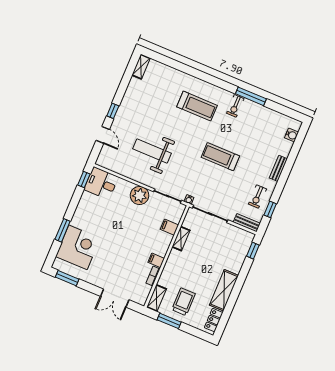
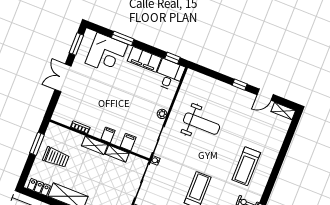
door: (103, 135) -> (265, 95), moved
weight bench: (152, 151) -> (202, 124), turned 90
plant: (140, 195) -> (162, 114), width x0.53, depth x0.53
filing cabinet: (85, 208) -> (144, 59), added
filing cabinet: (156, 260) -> (108, 135), moved
double door: (115, 298) -> (63, 78), moved
shelving: (157, 298) -> (95, 145), moved

